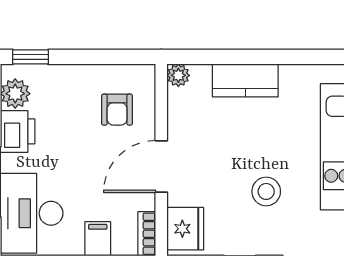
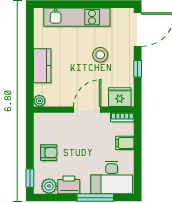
armchair: (117, 110) -> (49, 153), moved
door: (161, 167) -> (87, 110), swing flipped

